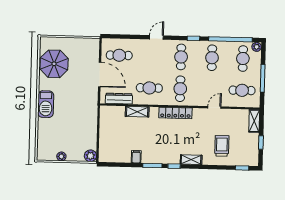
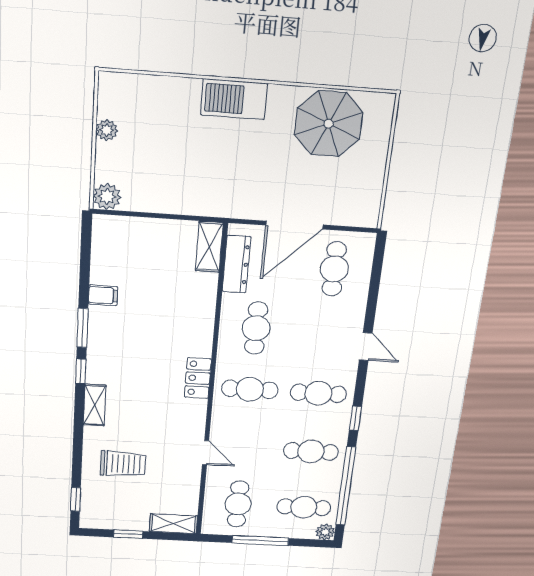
shelving: (137, 112) -> (209, 247), moved
locker: (175, 113) -> (198, 378), width x0.66

